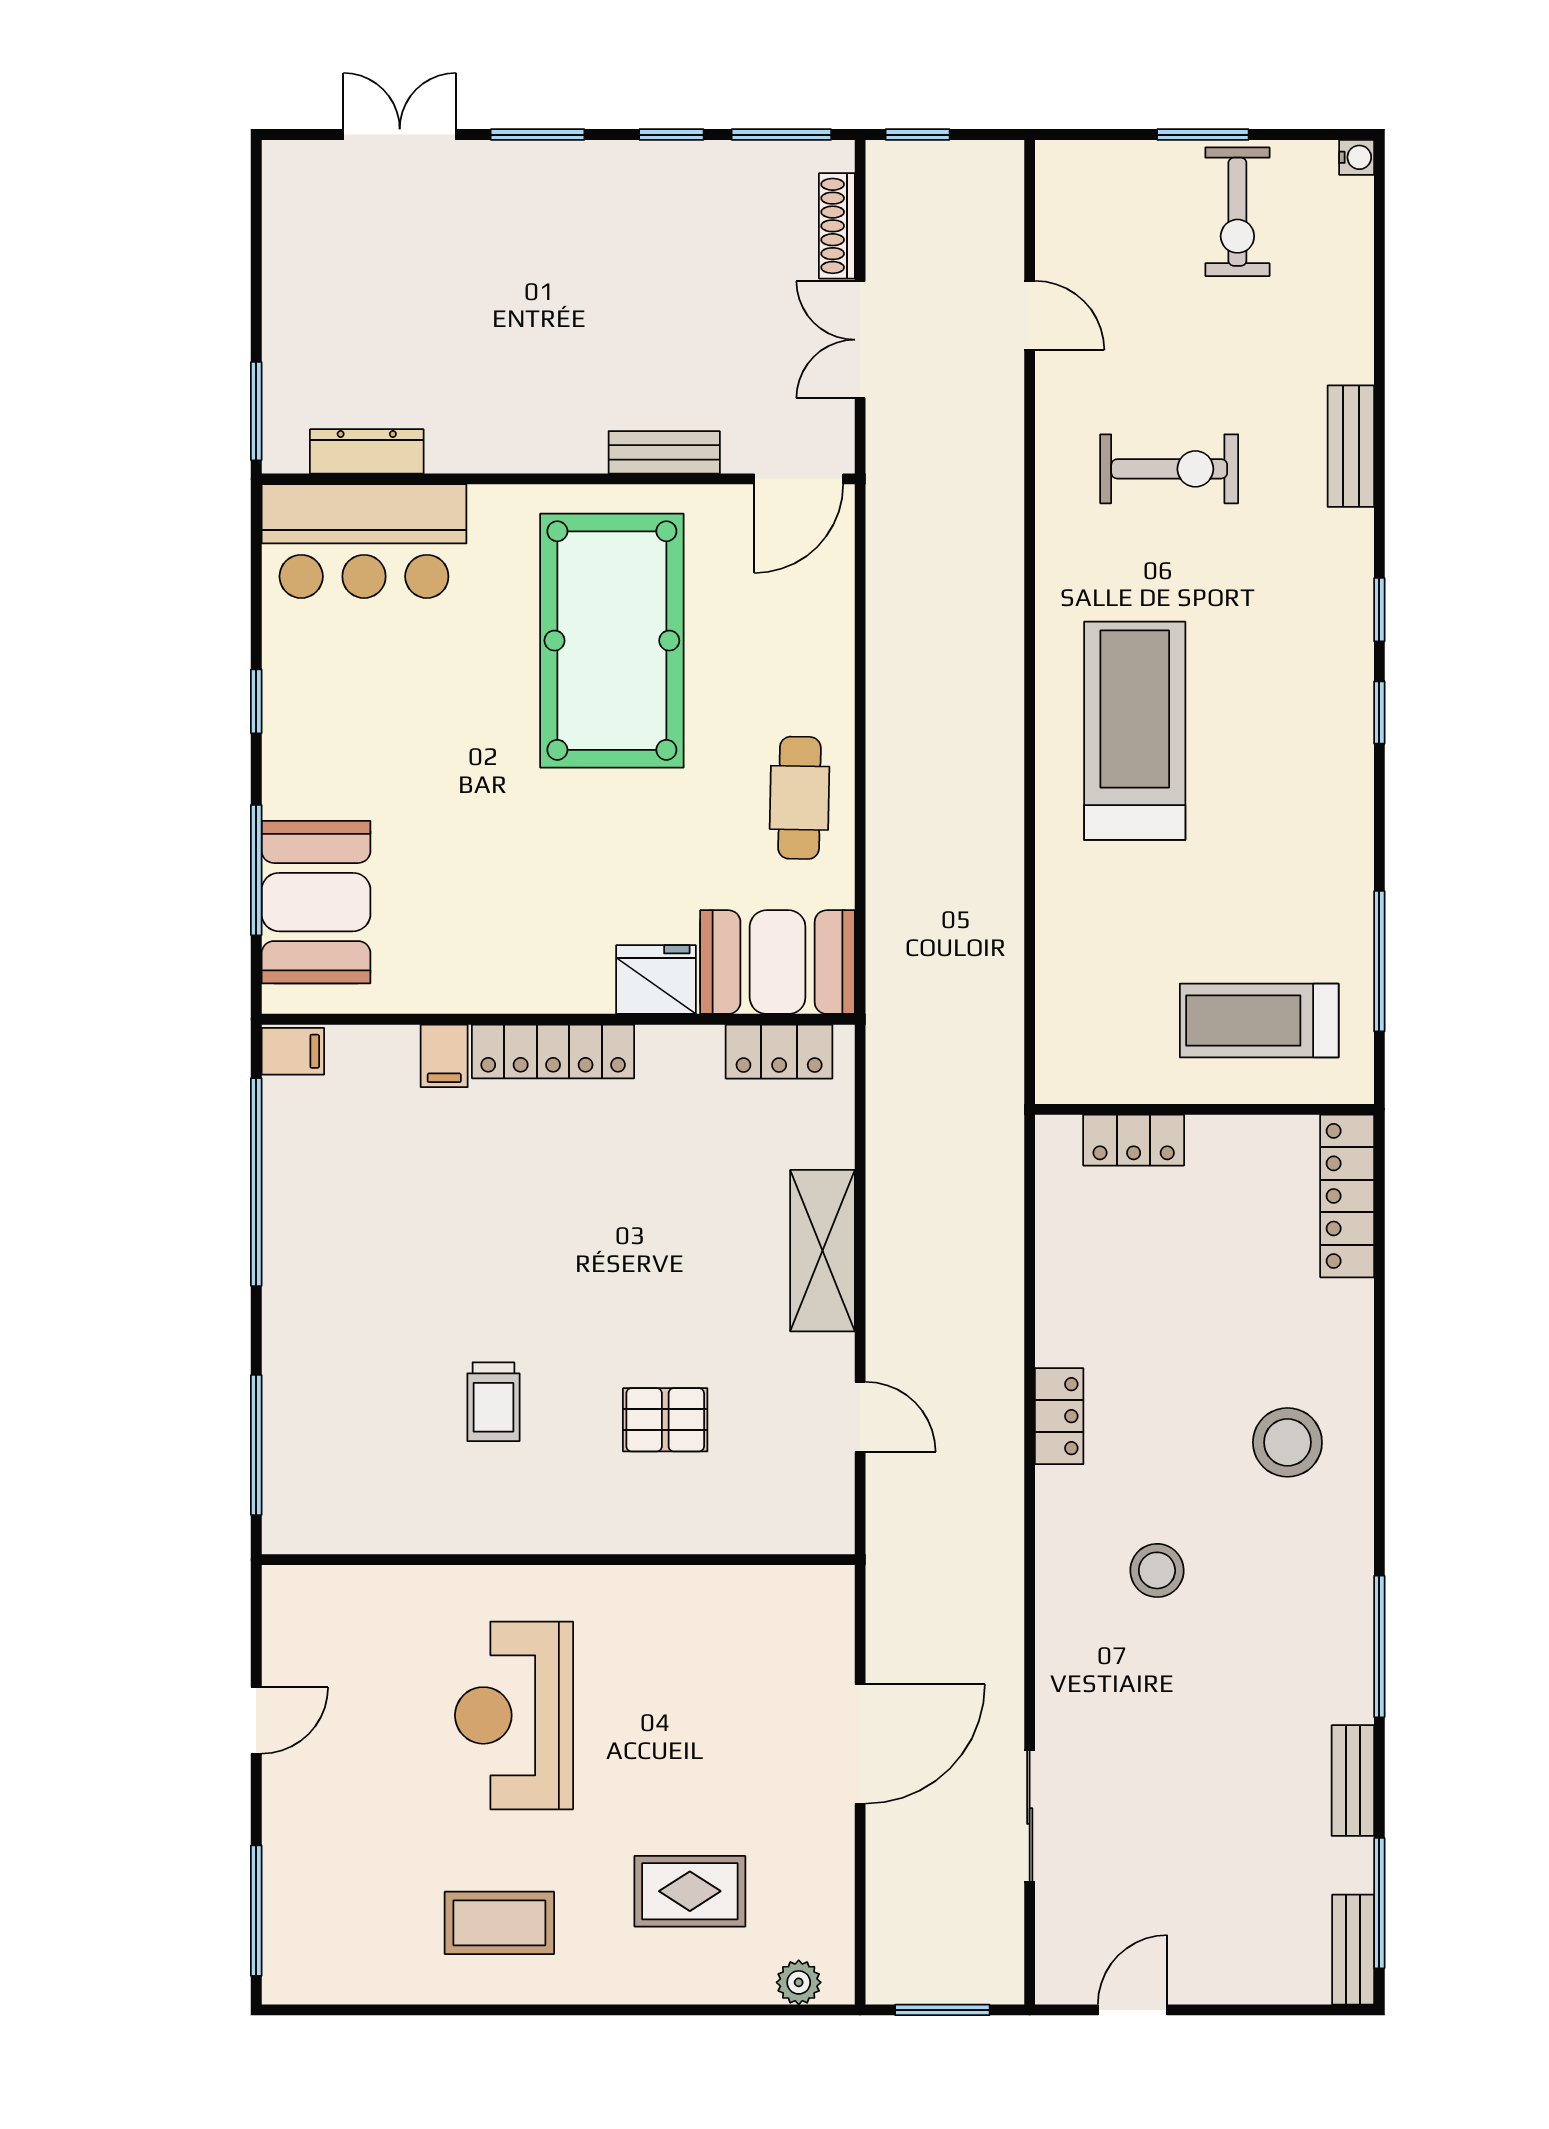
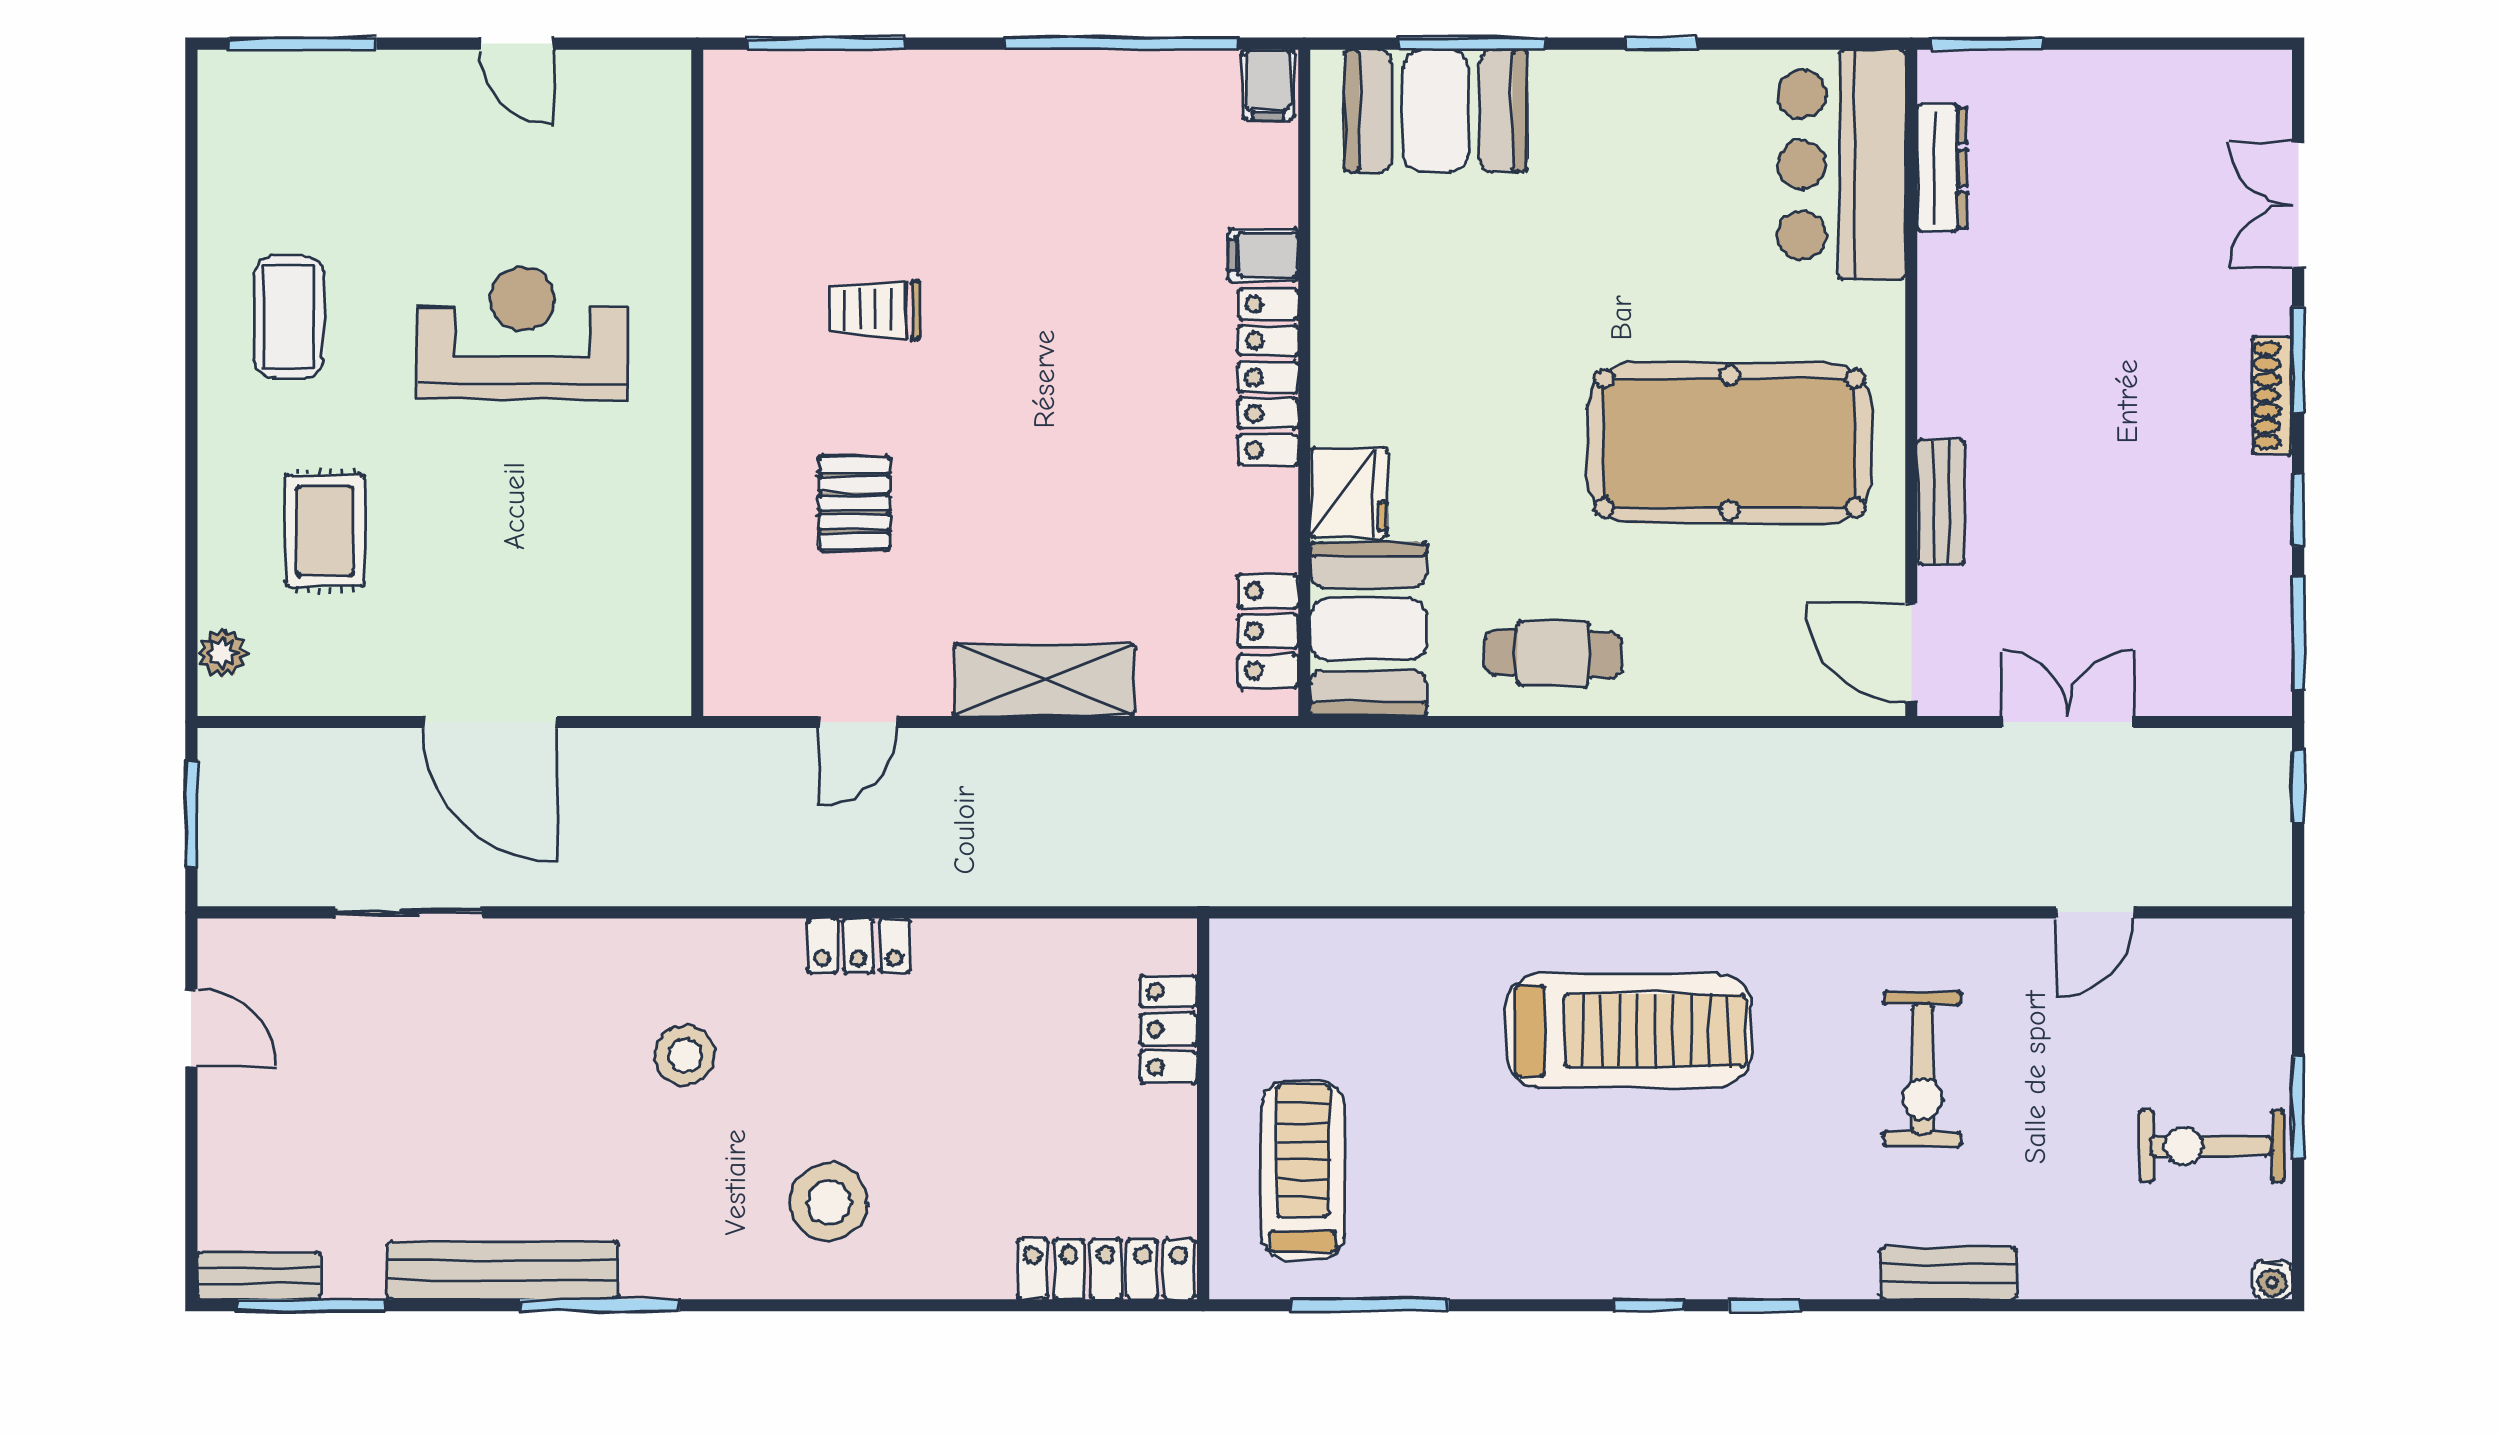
double door: (400, 135) -> (2298, 205), swing flipped
shoe rack: (837, 226) -> (2272, 395), moved, turned -90
bench: (1353, 1781) -> (503, 1270), width x1.86, depth x1.21

